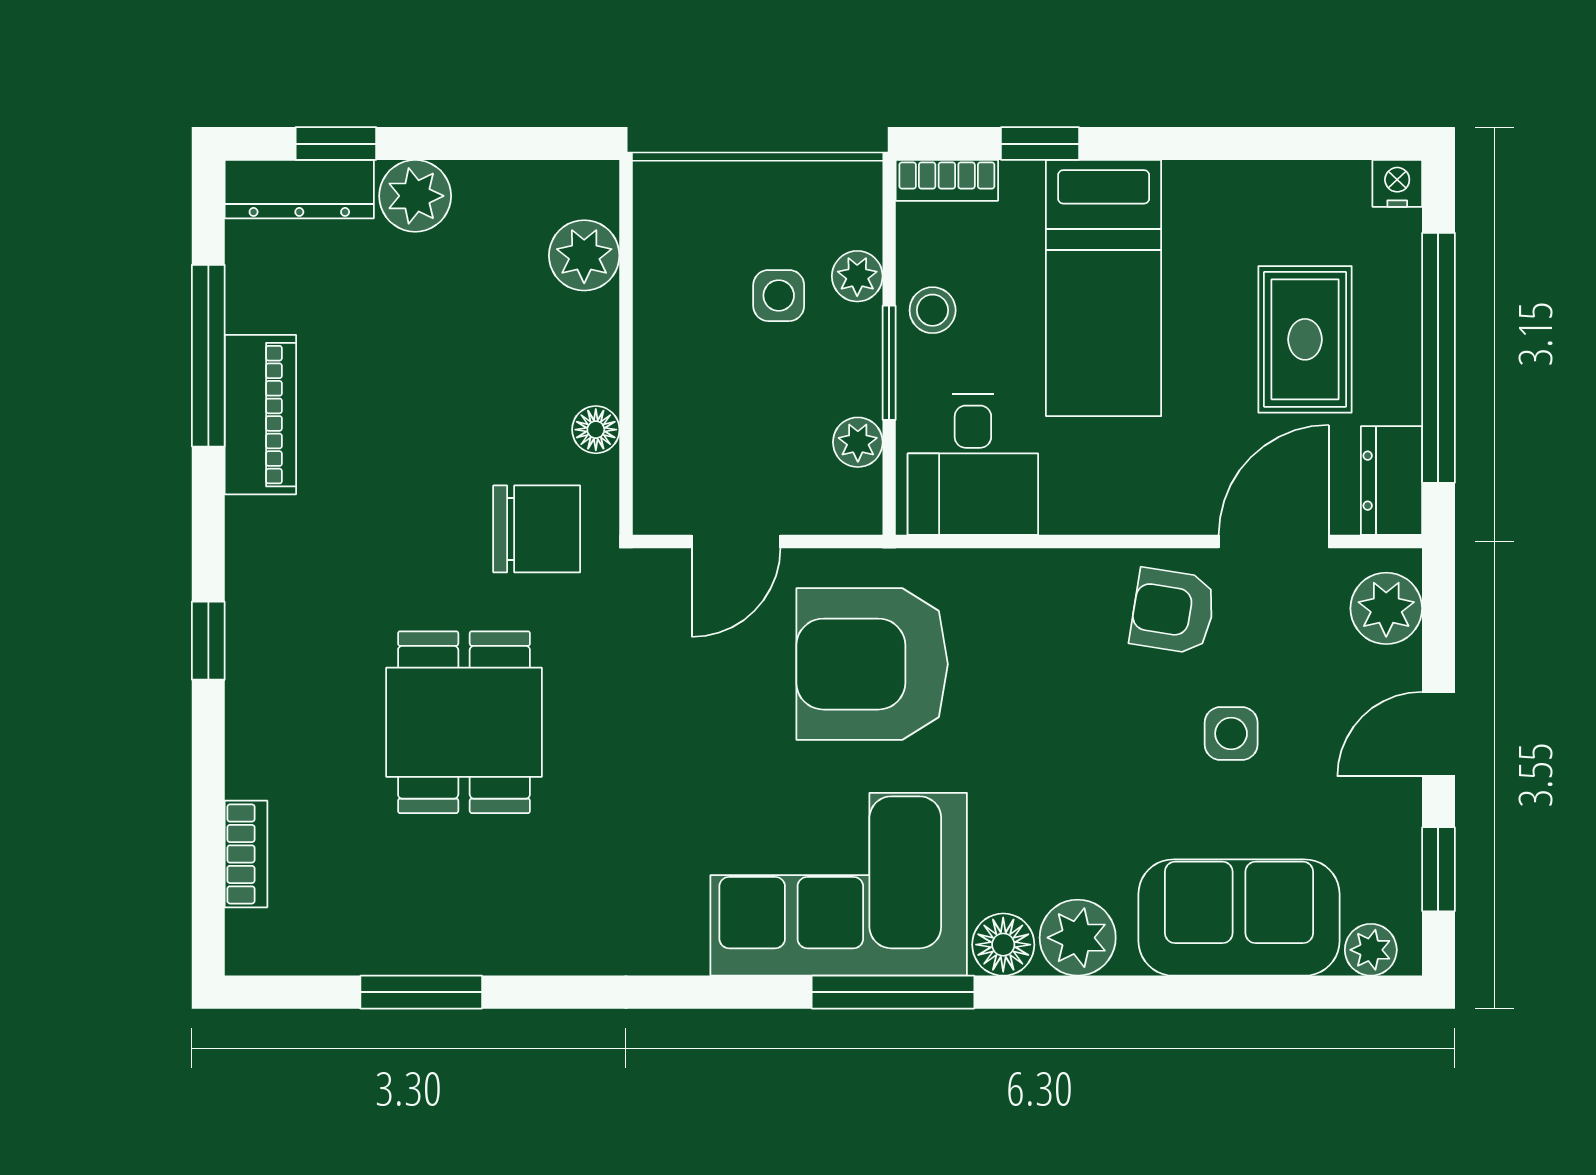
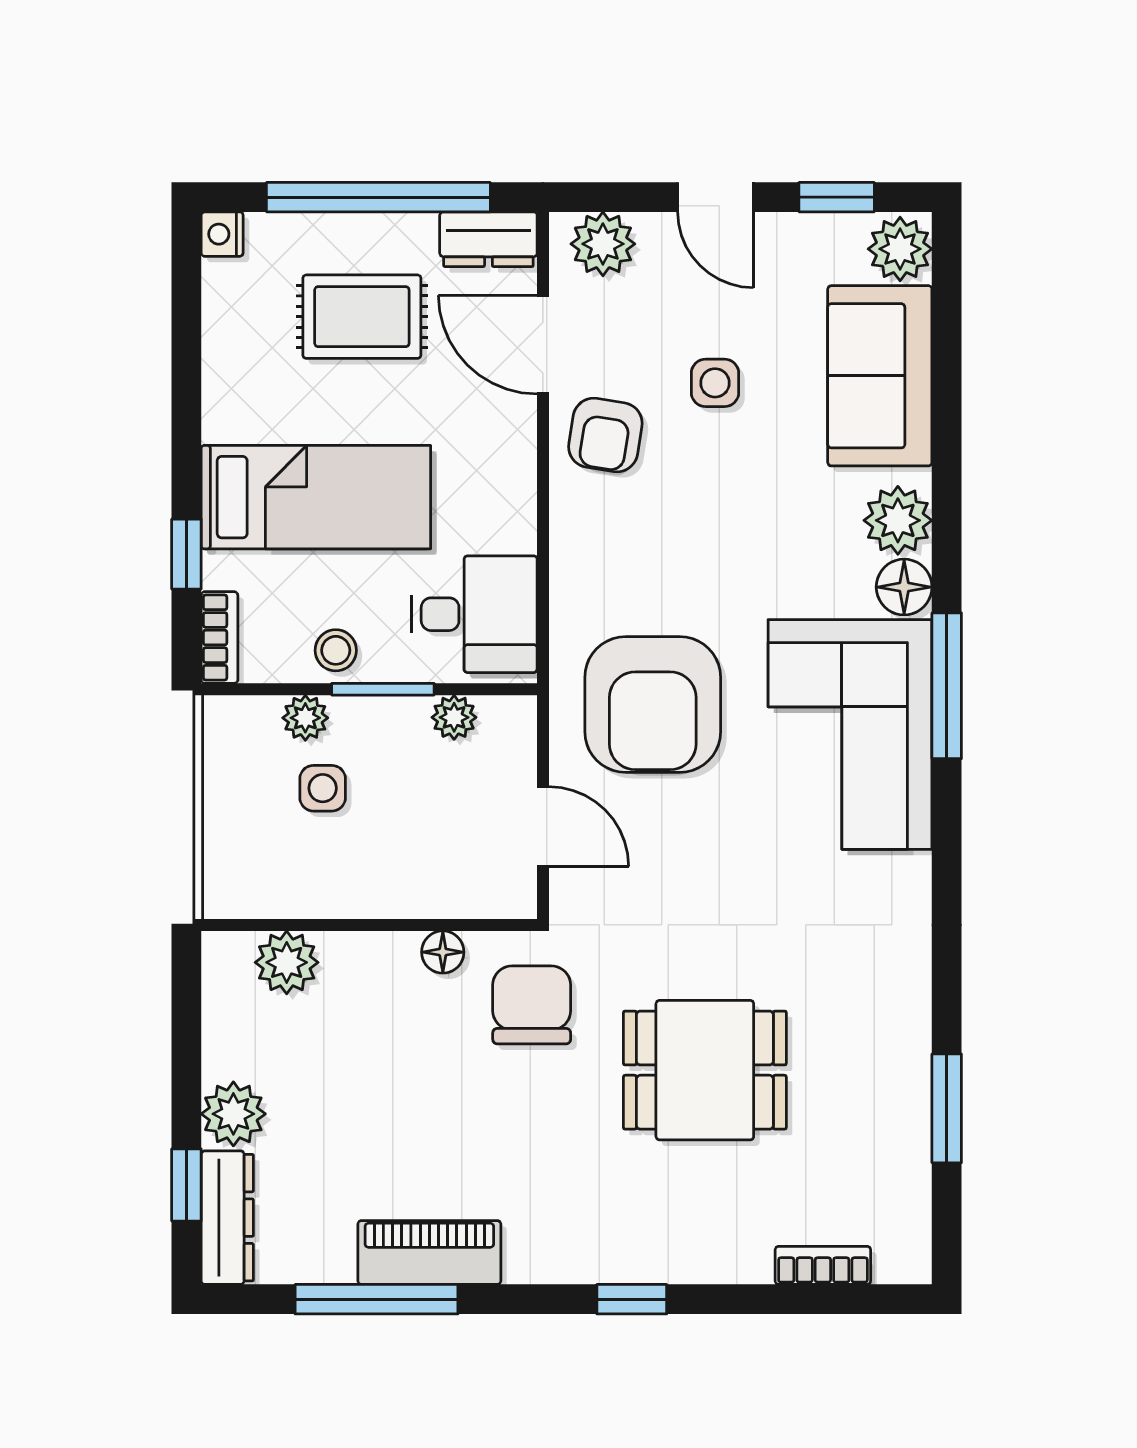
plant: (1371, 950) -> (900, 249), width x1.38, depth x1.38

